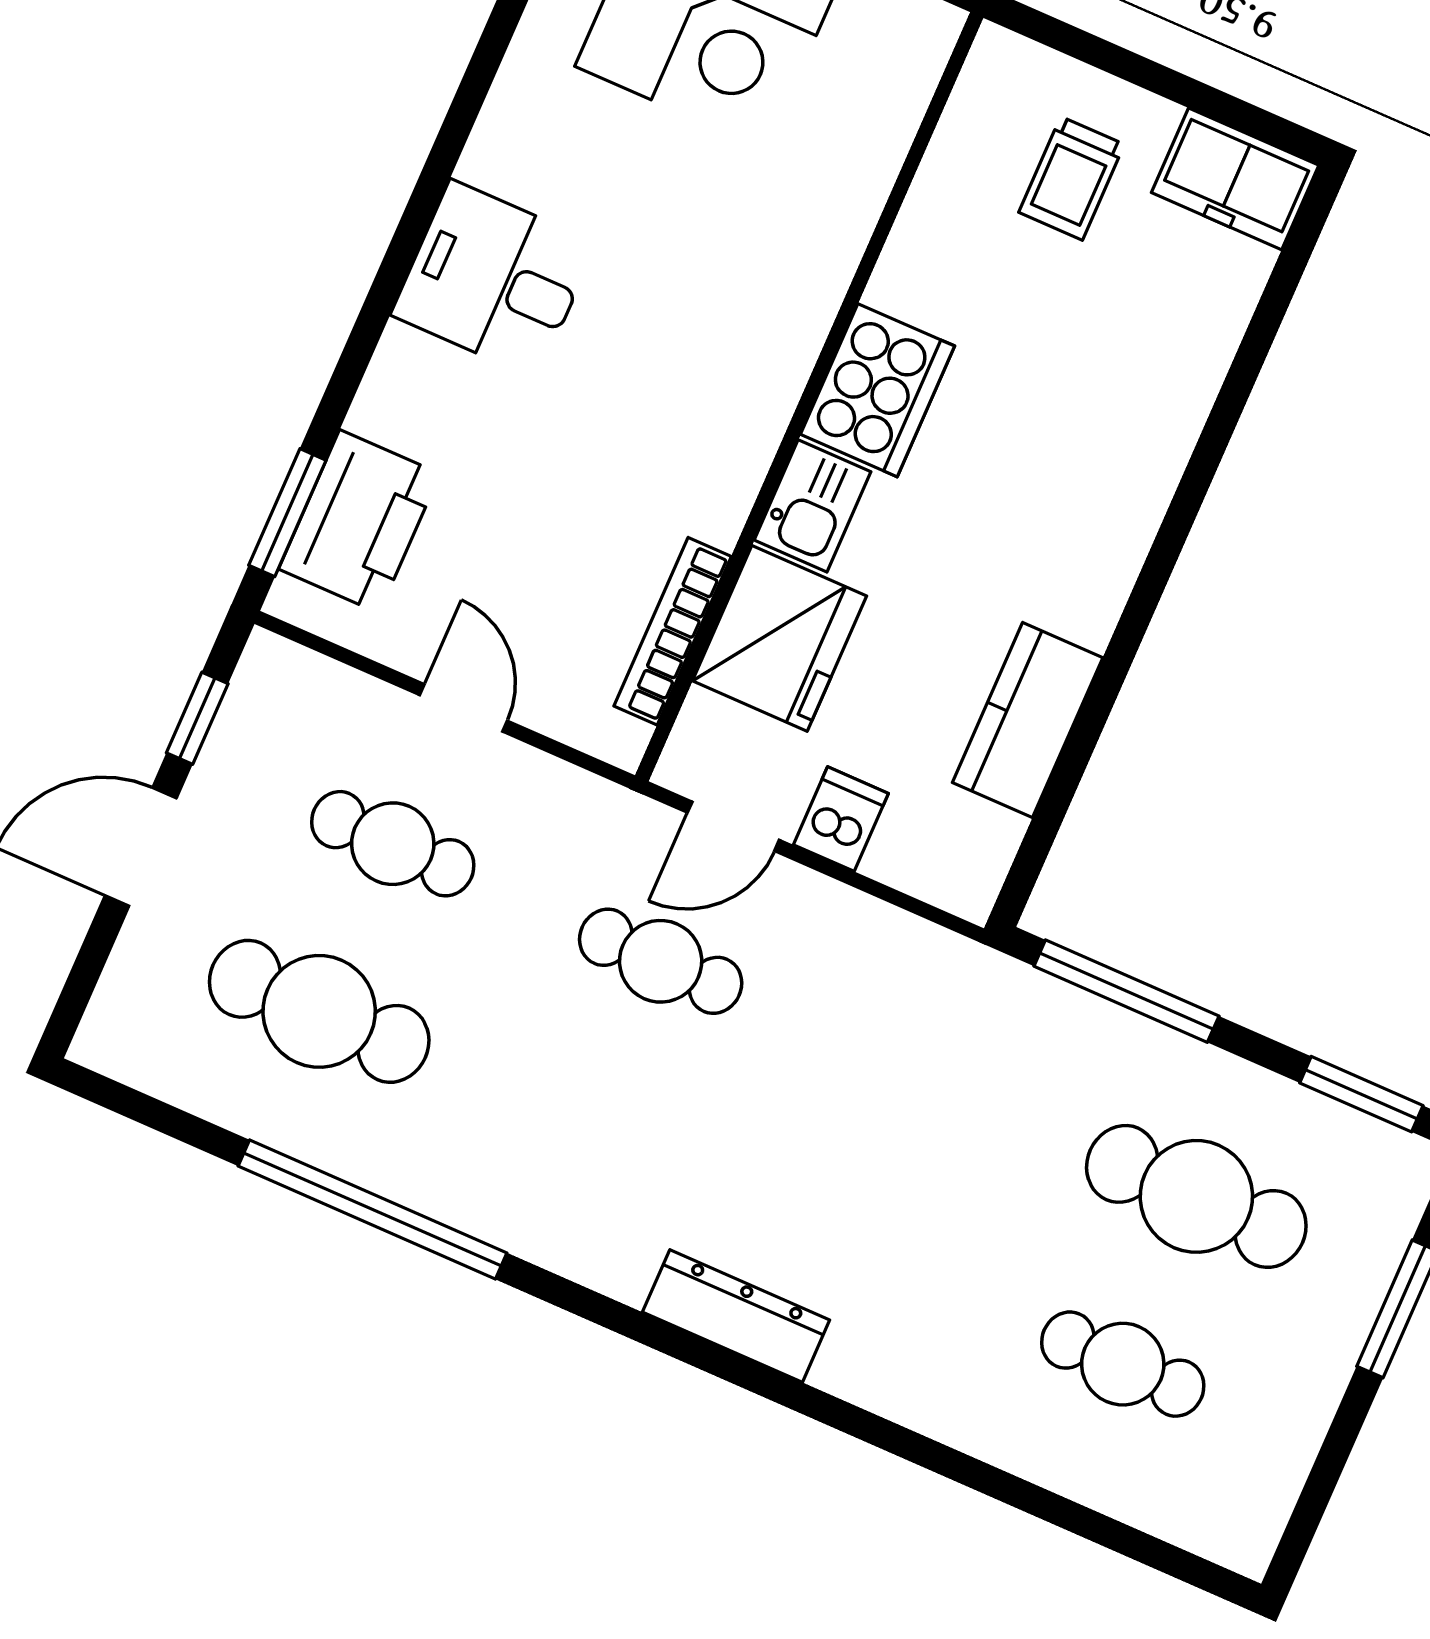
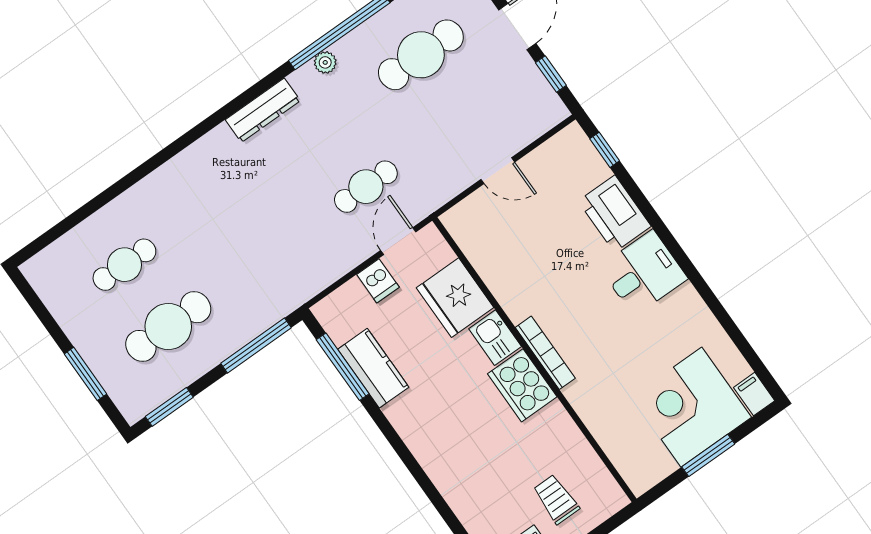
window: (287, 513) -> (605, 150), width x0.67
printer: (359, 521) -> (615, 214), moved
bookcase: (673, 631) -> (545, 353), moved
window: (1063, 785) -> (343, 367), added
cafe table: (393, 844) -> (465, 117), removed
plant: (454, 1200) -> (325, 62), added
dresser: (736, 1316) -> (263, 110), moved

